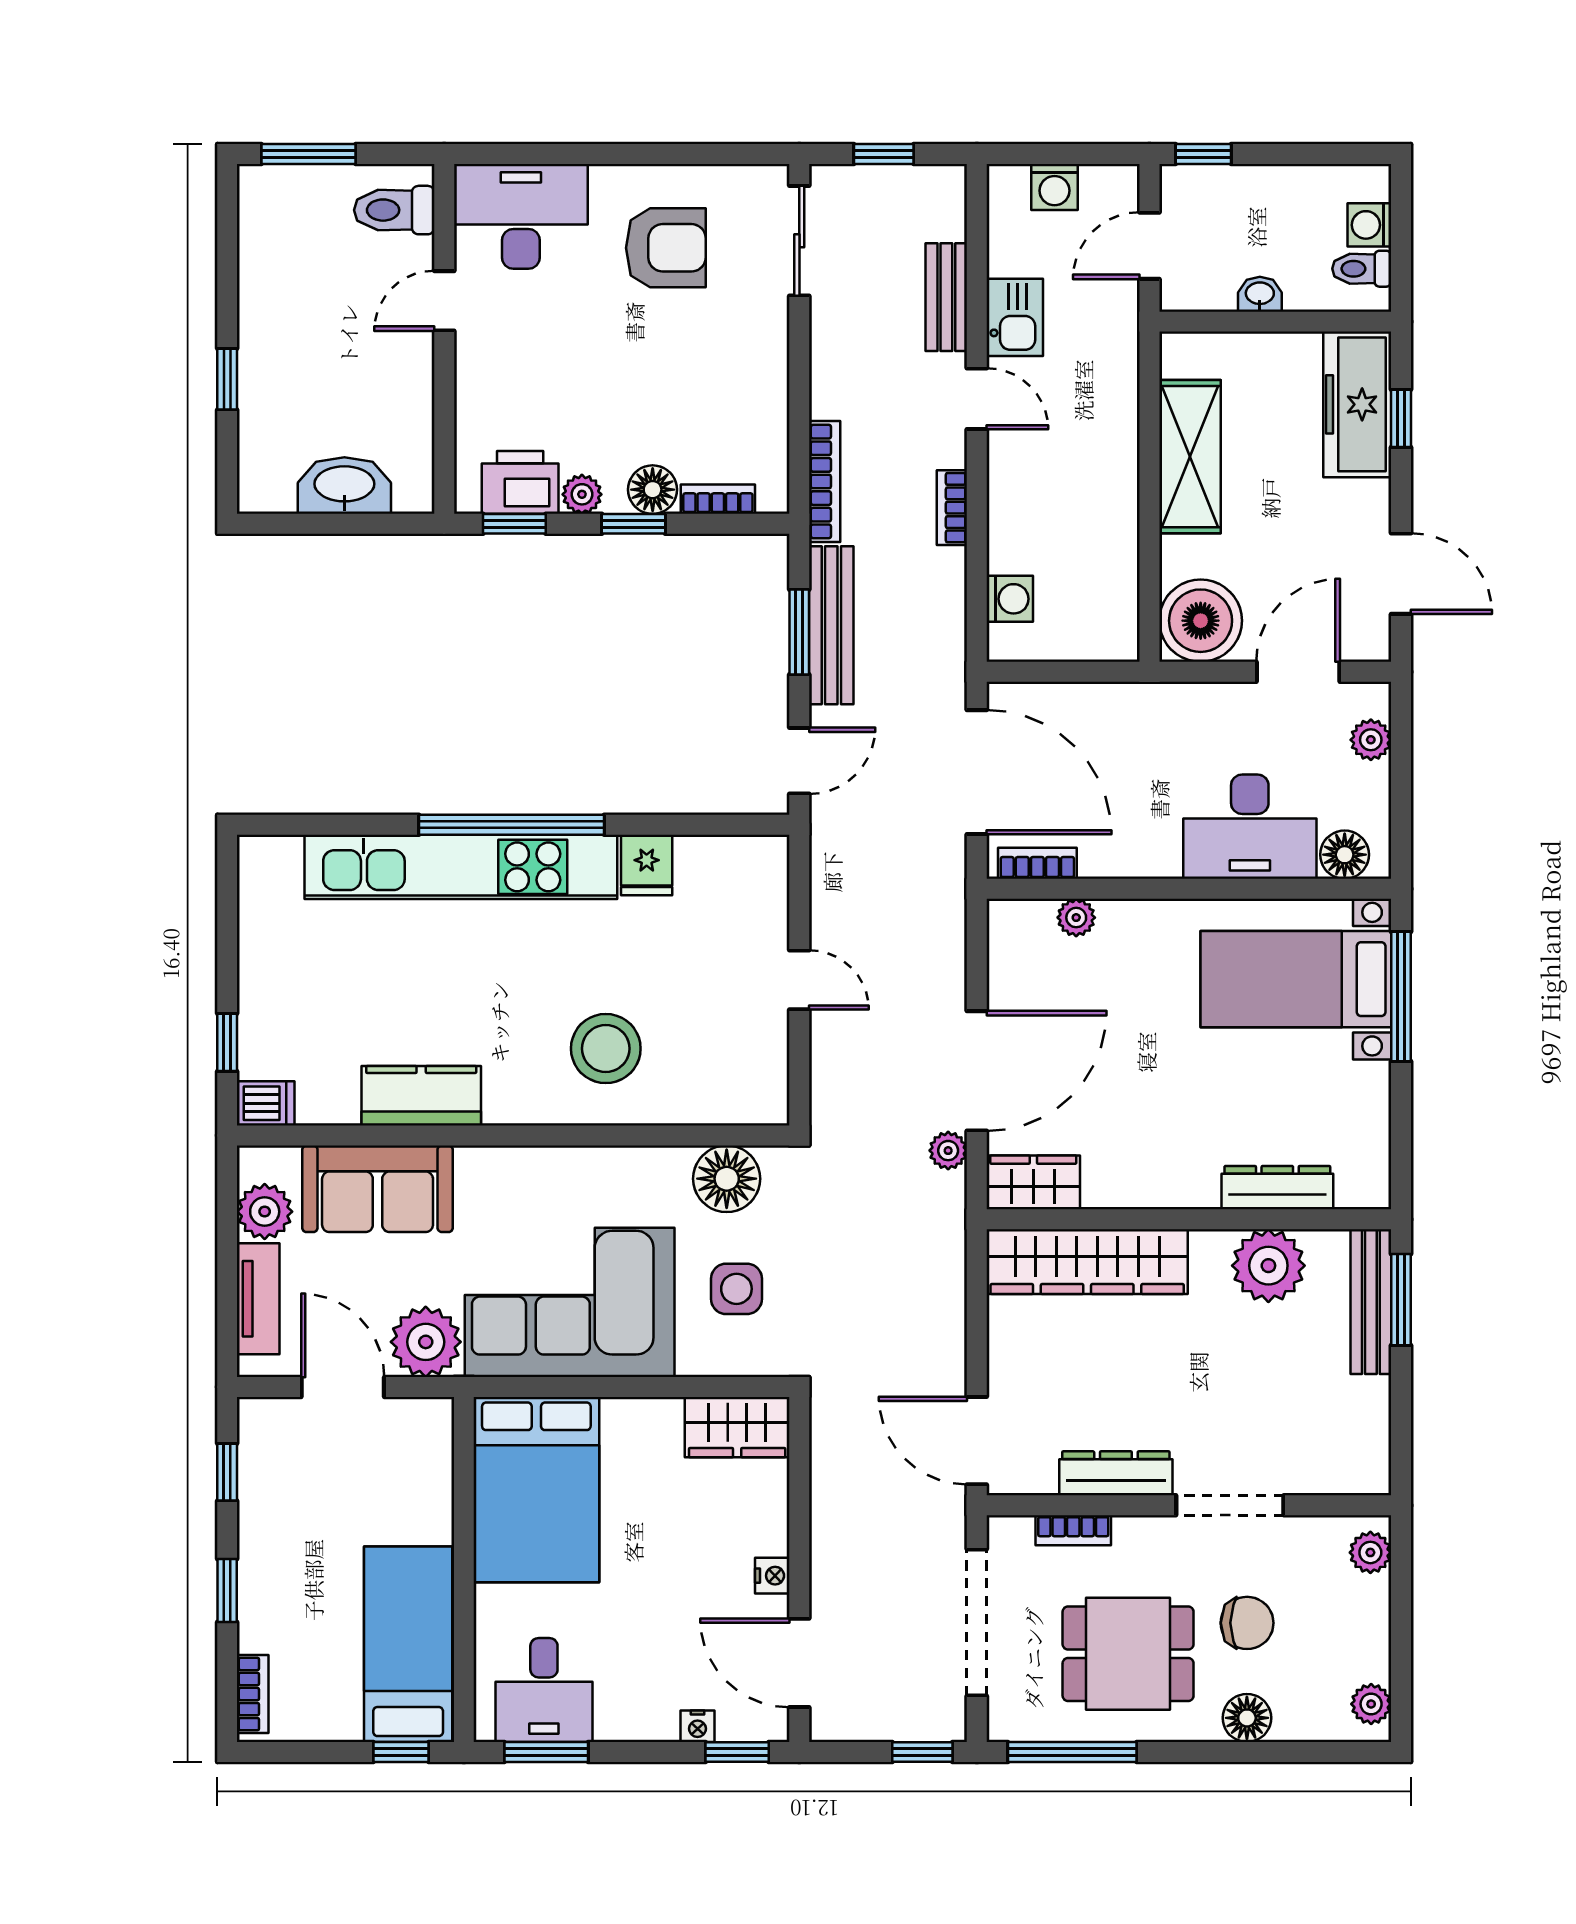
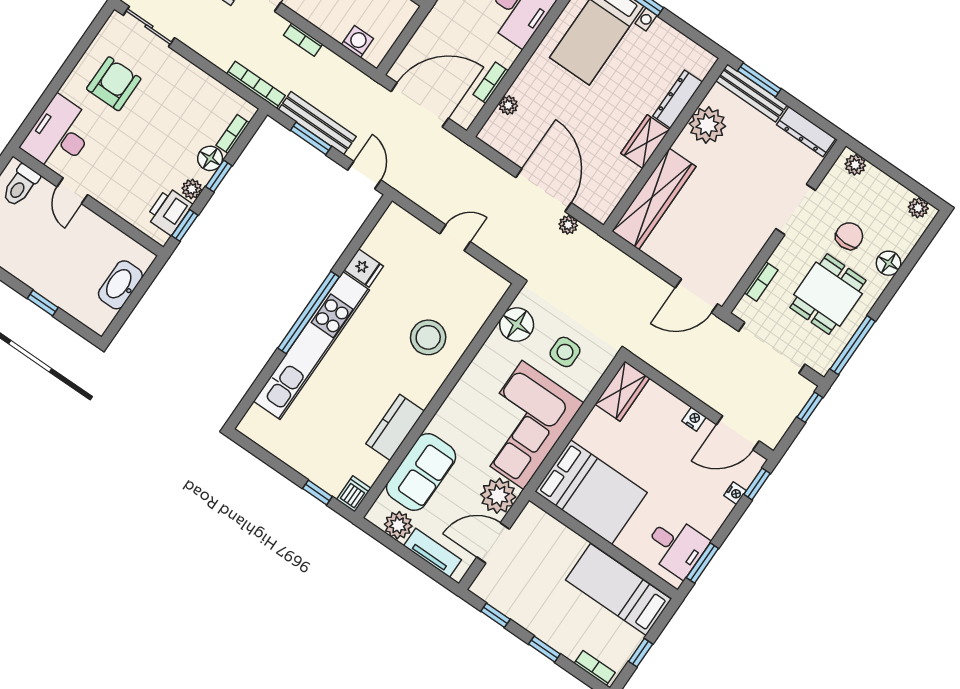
bookcase: (1037, 863) -> (491, 83), moved
wardrobe: (1033, 1182) -> (645, 142), moved
dresser: (1116, 1473) -> (806, 132), moved, turned -90
window: (401, 1752) -> (641, 653), moved

